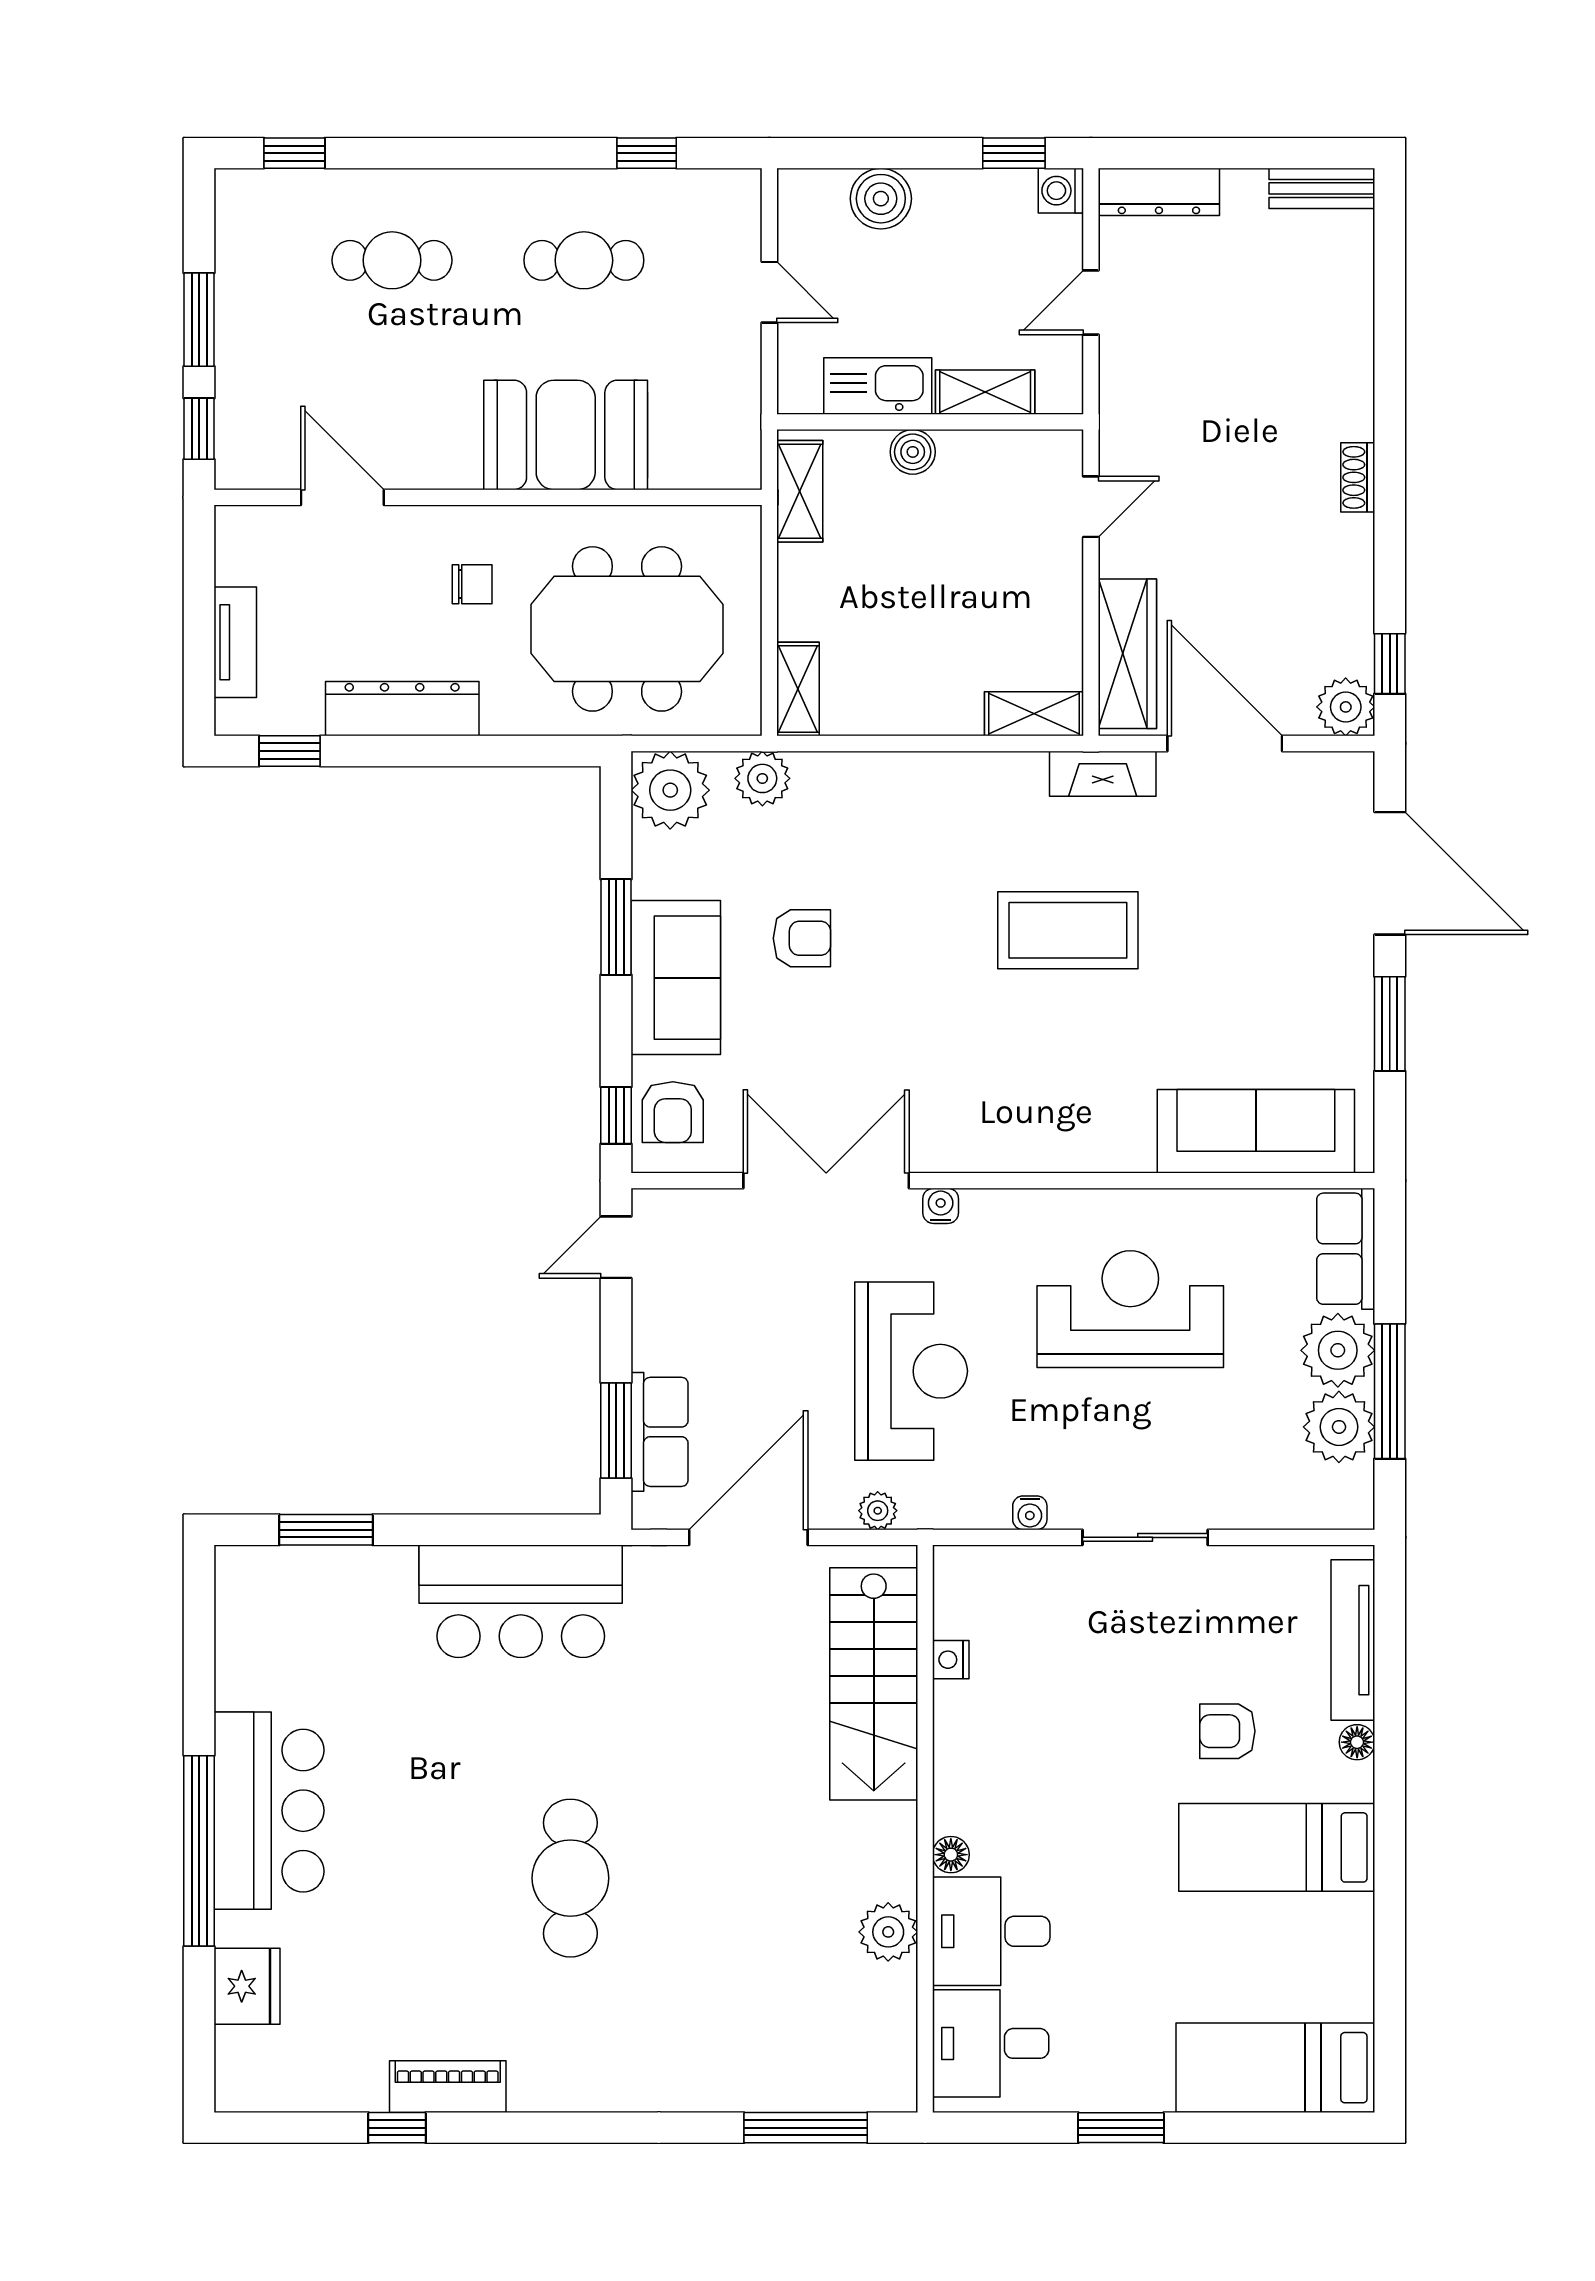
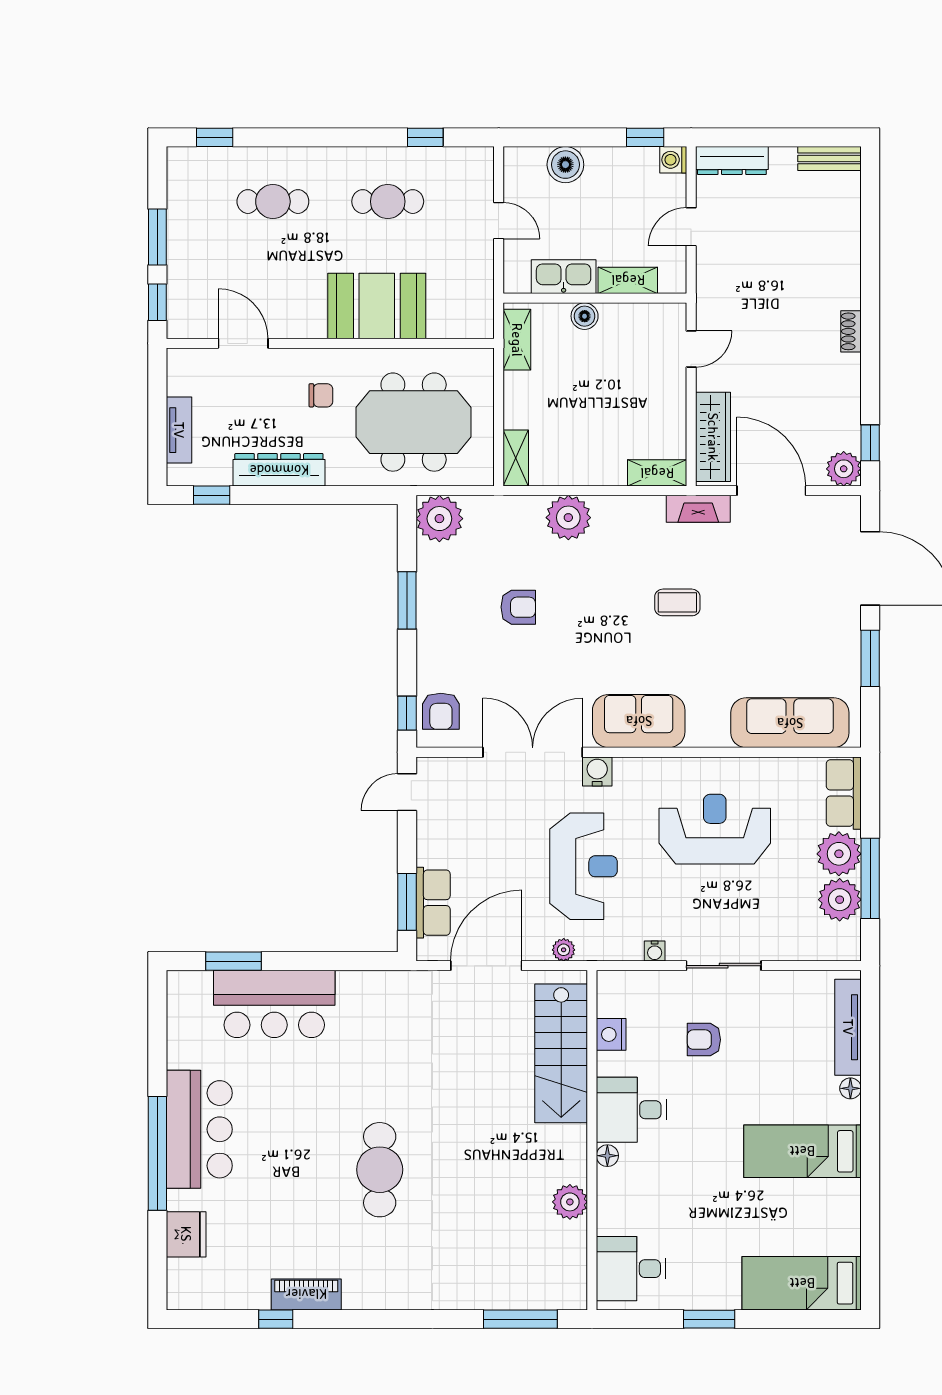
plant: (762, 778) -> (568, 518), moved, width x1.36, depth x1.36
coffee table: (1068, 930) -> (677, 602), width x0.54, depth x0.58
sofa: (676, 978) -> (639, 721), moved, turned -90
water cooler: (941, 1206) -> (597, 771), width x1.38, depth x1.38
bar counter: (521, 1601) -> (274, 1004), moved
nightstand: (951, 1660) -> (611, 1034), width x1.39, depth x1.35
armchair: (1227, 1731) -> (704, 1040), moved
desk: (991, 1931) -> (631, 1110), moved

